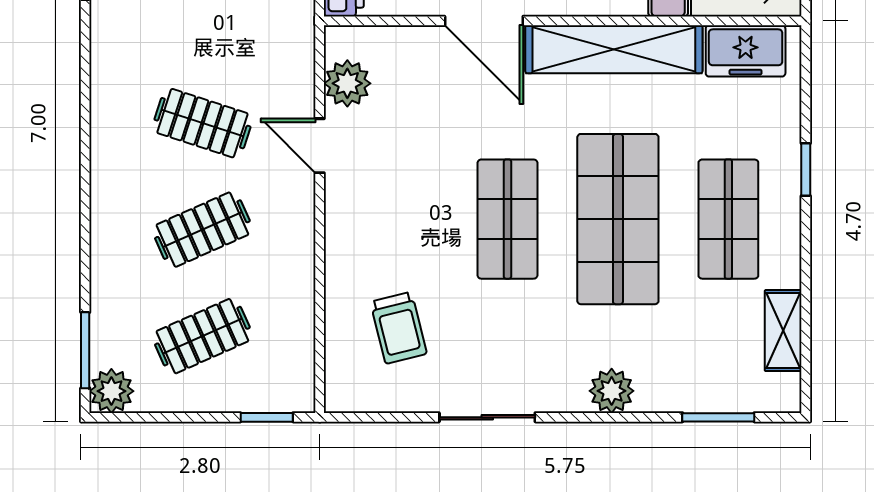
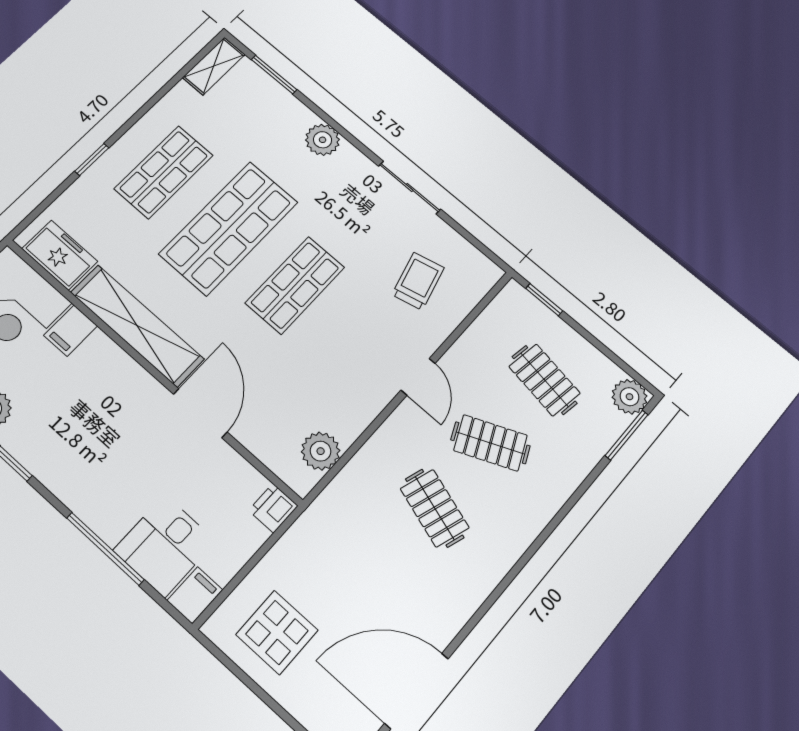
door: (320, 146) -> (418, 377), moved
shelving: (783, 331) -> (214, 66), moved
clothes rail: (202, 336) -> (544, 380), turned 33

